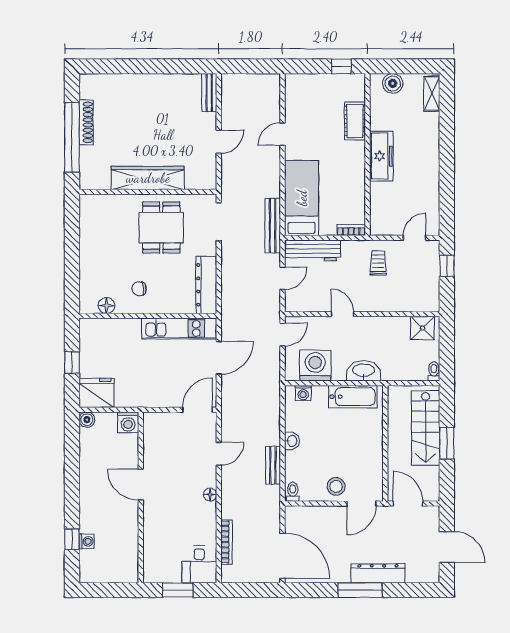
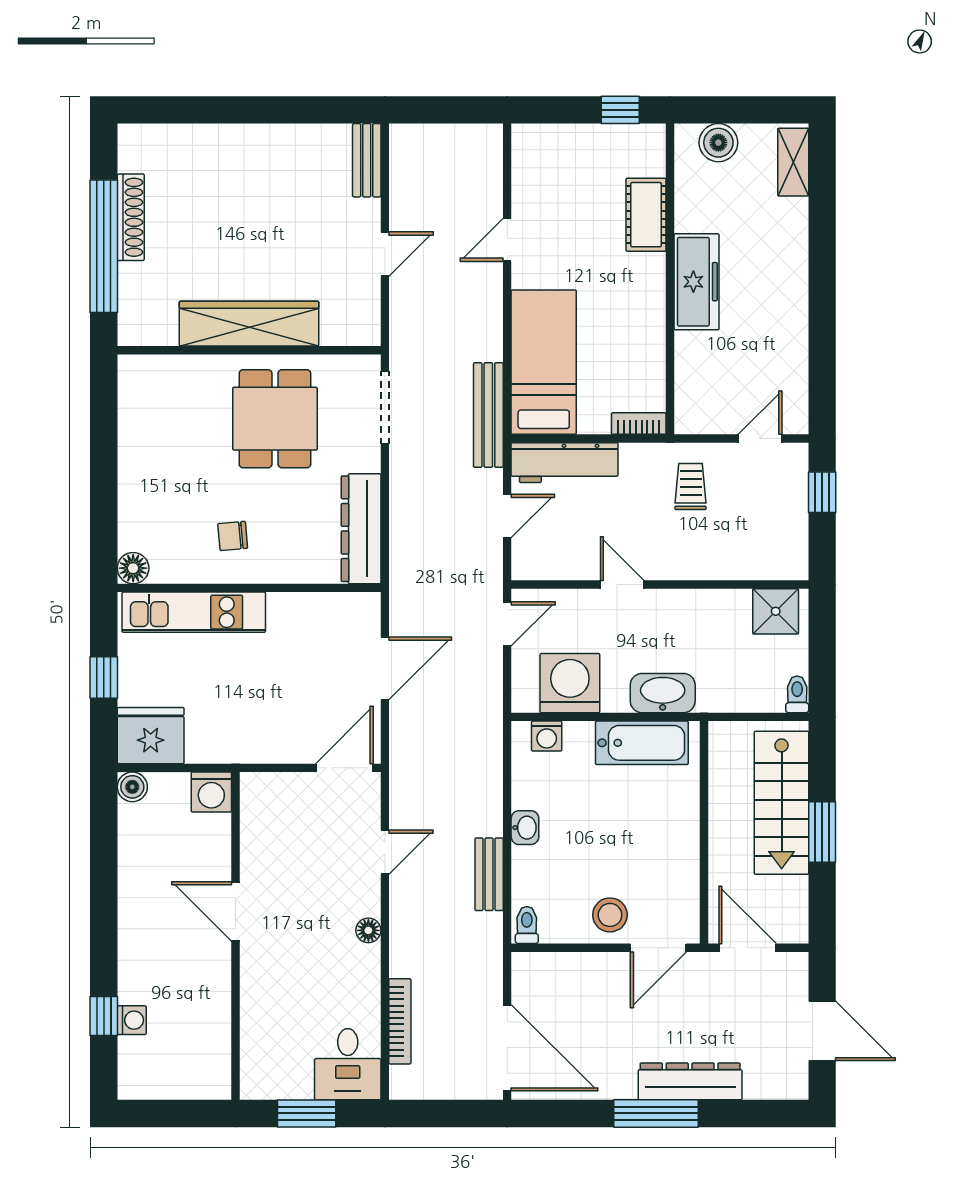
floor lamp: (106, 305) -> (133, 568), moved
kitchen unit: (179, 328) -> (194, 612), moved

